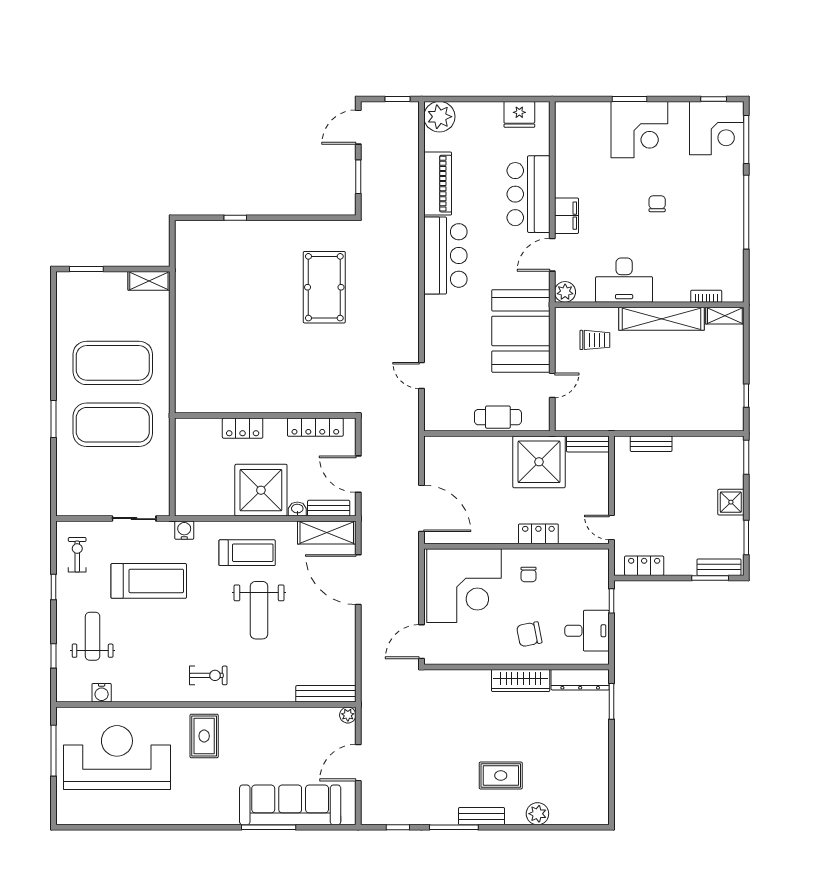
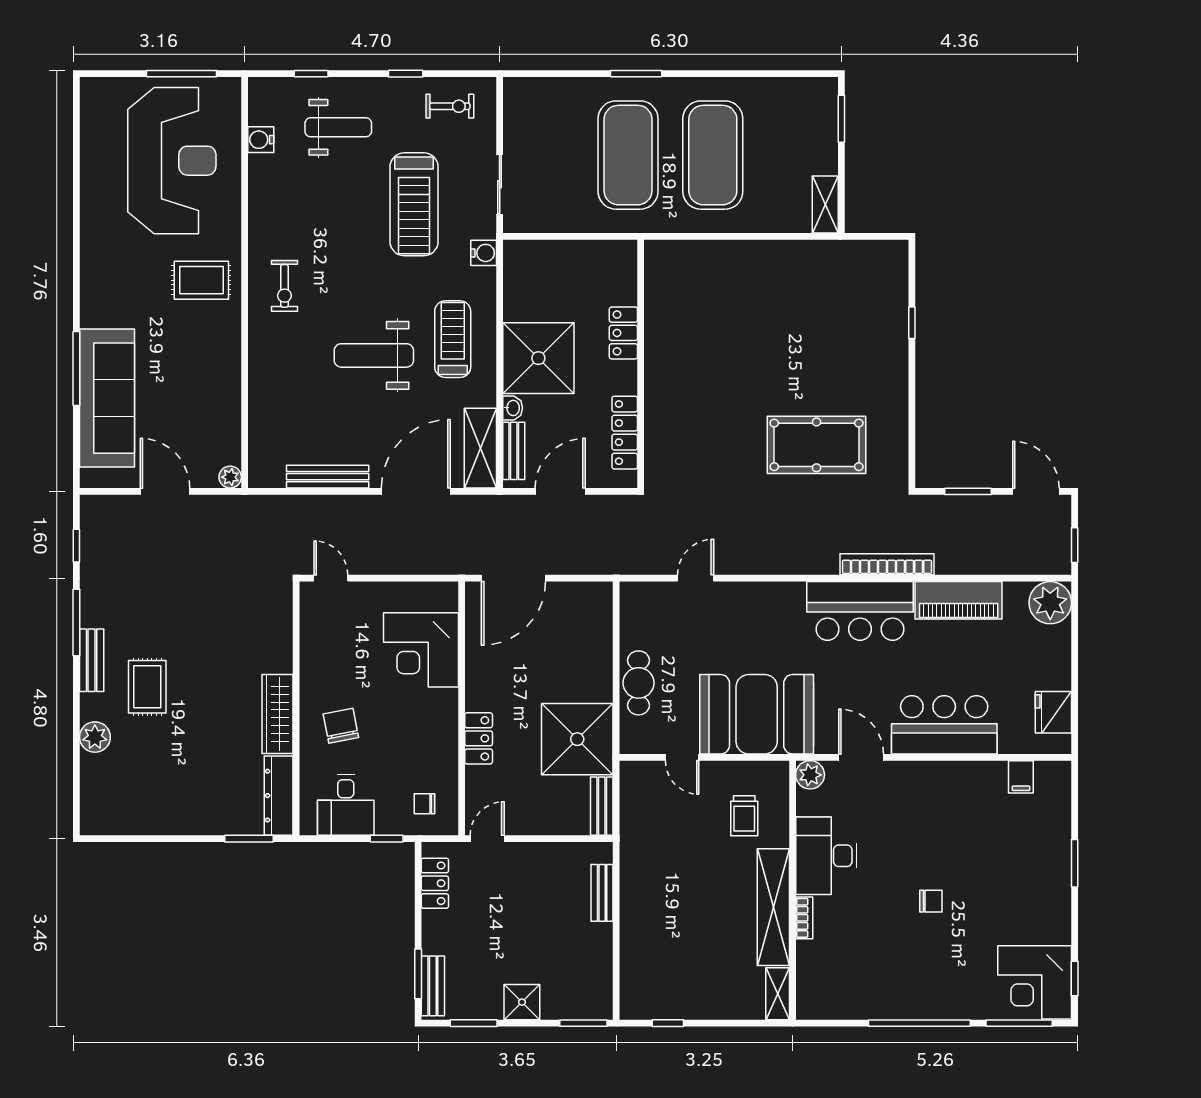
corner desk: (639, 130) -> (1033, 877), removed
filing cabinet: (566, 216) -> (1021, 777), moved, width x0.50
bookcase: (411, 236) -> (887, 564), added
bookcase: (706, 296) -> (804, 918), moved
treadmill: (247, 553) -> (453, 339), turned 180
chair: (528, 574) -> (425, 804), moved
corner desk: (464, 586) -> (421, 650), width x0.74, depth x0.74
door: (422, 642) -> (331, 578), width x0.73
bench: (326, 694) -> (328, 477), moved, turned 90

